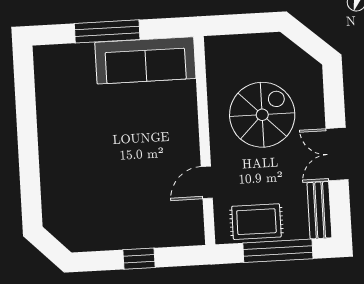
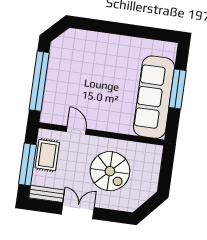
sofa: (145, 60) -> (154, 97), width x1.36, depth x1.27
window: (139, 259) -> (39, 81), width x3.17

